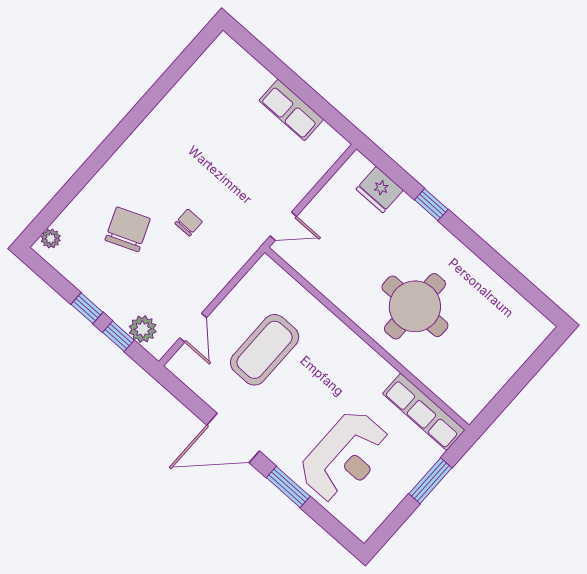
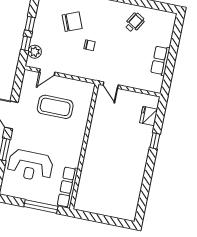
wheelchair: (195, 117) -> (134, 23), added
round table: (415, 306) -> (109, 158), removed
window: (430, 481) -> (41, 206), width x1.44

